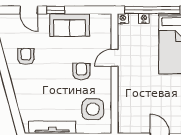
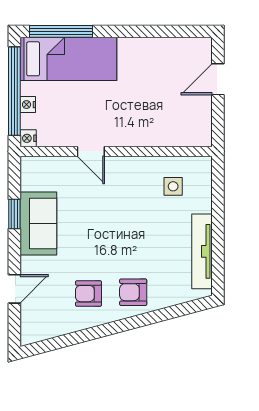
window: (56, 10) -> (14, 214), moved
armchair: (81, 71) -> (133, 292), moved
side table: (93, 109) -> (173, 186), width x0.54, depth x0.54

